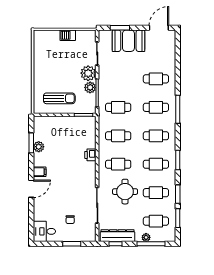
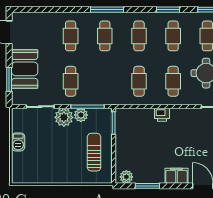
cafe table: (118, 107) -> (71, 81), moved
plant: (39, 147) -> (126, 177), moved
filing cabinet: (40, 172) -> (176, 176), width x2.00

